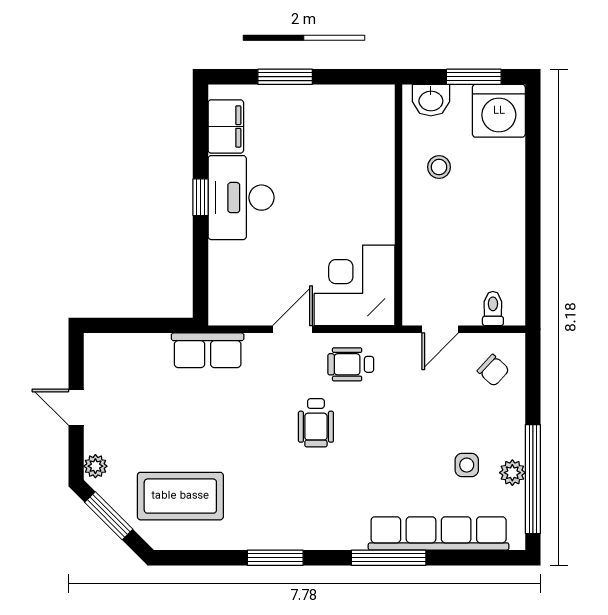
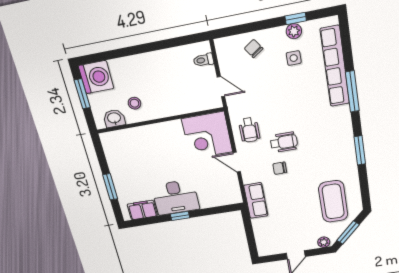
washbasin: (431, 100) -> (114, 118), moved, turned -90
chair: (493, 370) -> (254, 49), moved, turned -77
chair: (266, 407) -> (280, 168), added
window: (533, 479) -> (296, 18), width x0.32

